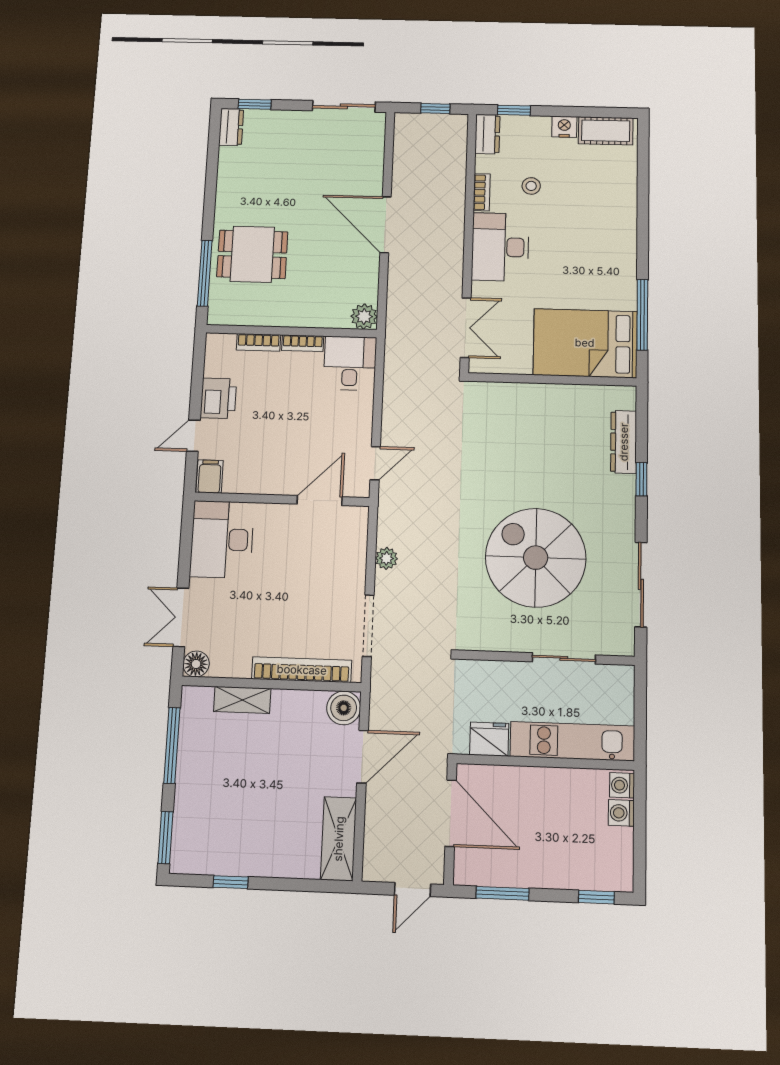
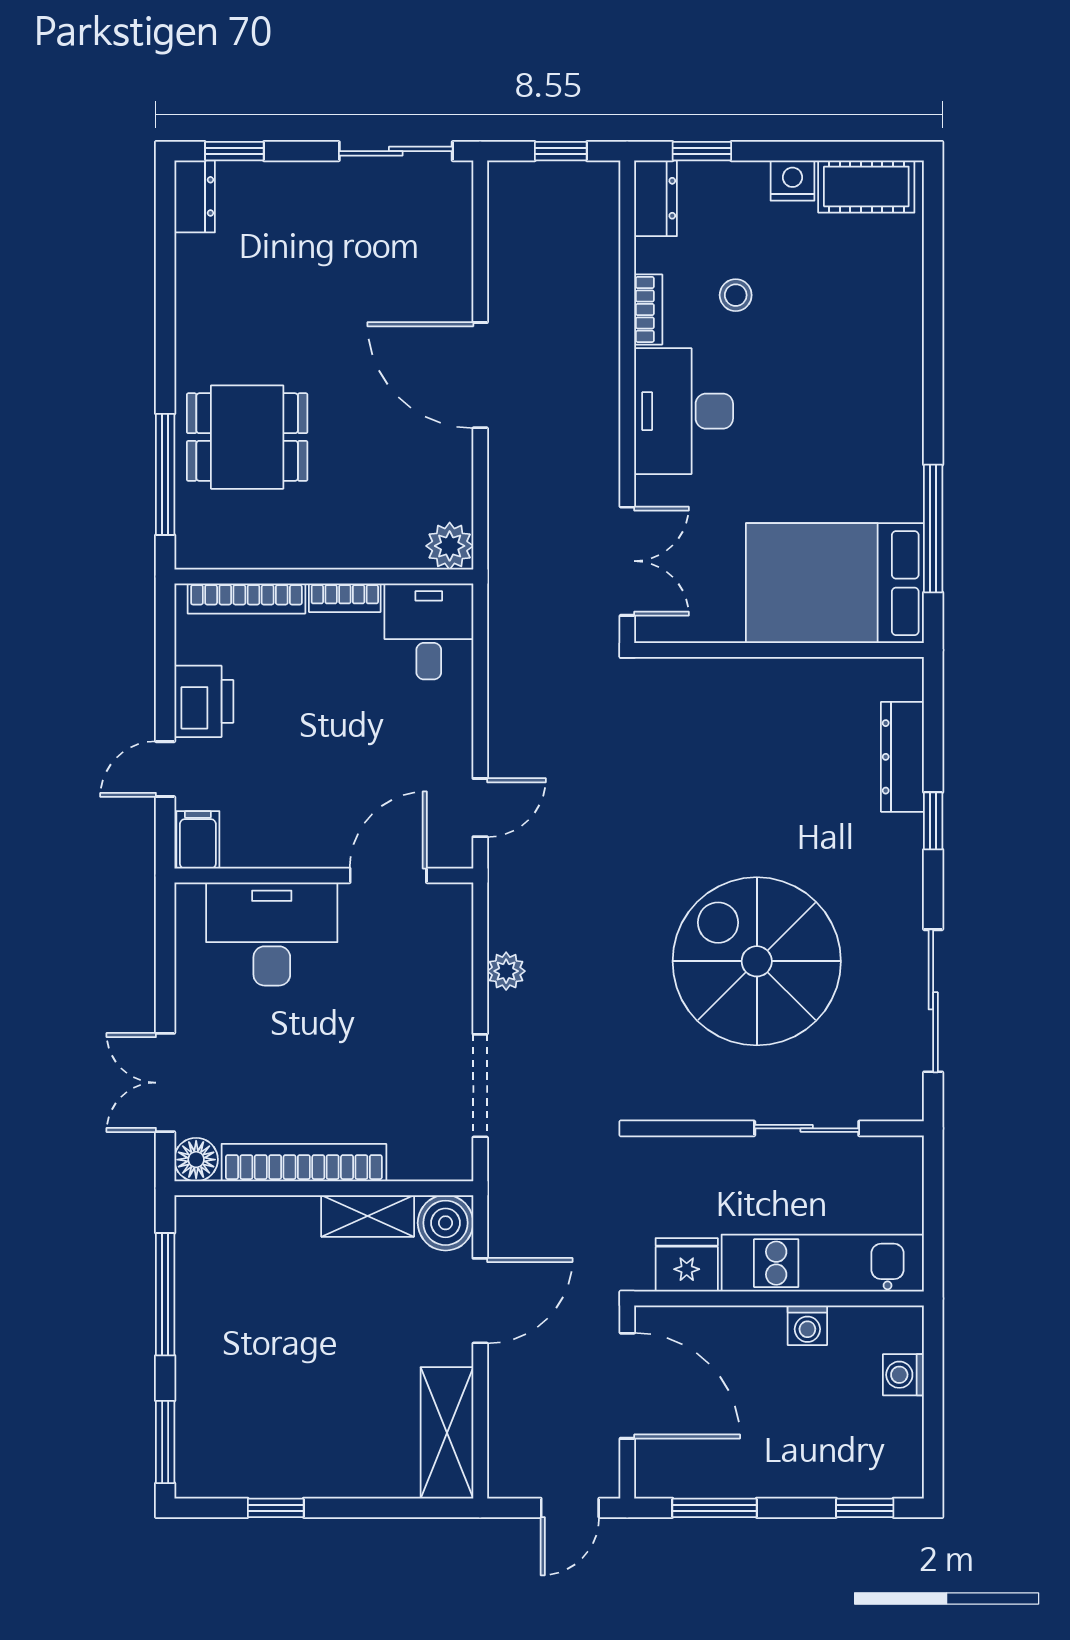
bookcase: (258, 342) -> (246, 598), width x1.56
desk: (222, 539) -> (272, 934), moved, turned 90
bookcase: (302, 670) -> (304, 1163), moved
shelving: (242, 700) -> (368, 1216), moved
washing machine: (622, 785) -> (807, 1325), moved, turned -90

